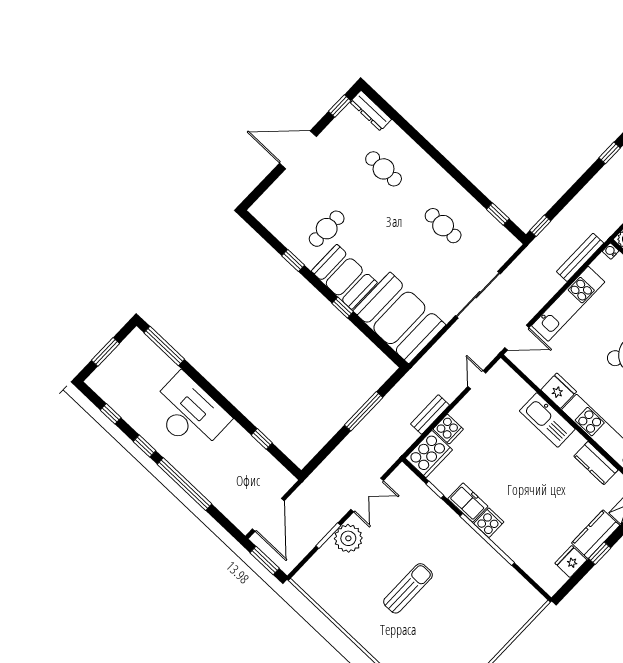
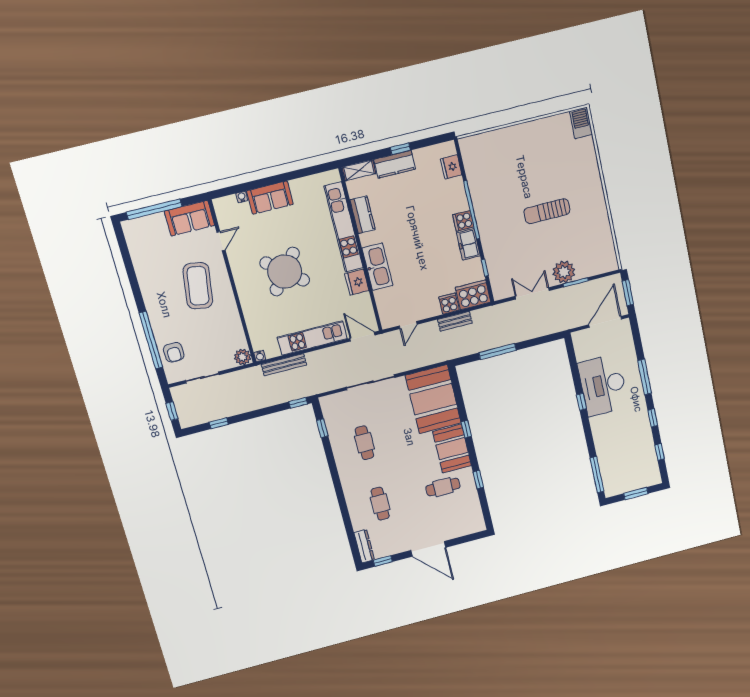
desk: (189, 413) -> (603, 385), moved
window: (262, 439) -> (581, 402), moved
window: (184, 484) -> (645, 377), width x0.68
fridge: (571, 562) -> (451, 167), moved, turned 90

